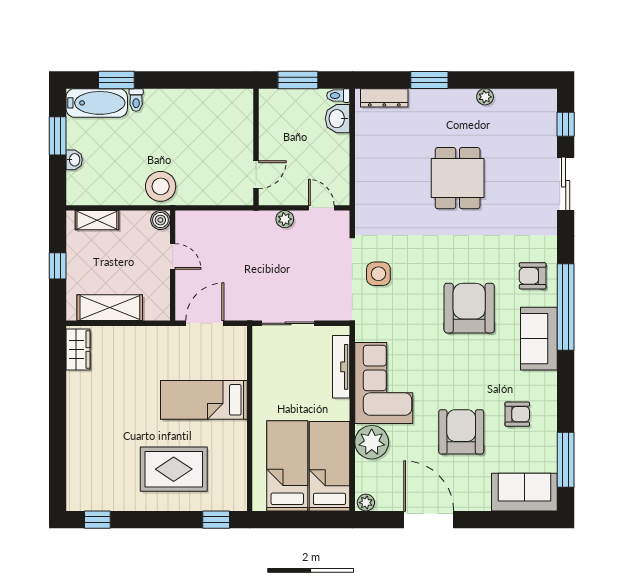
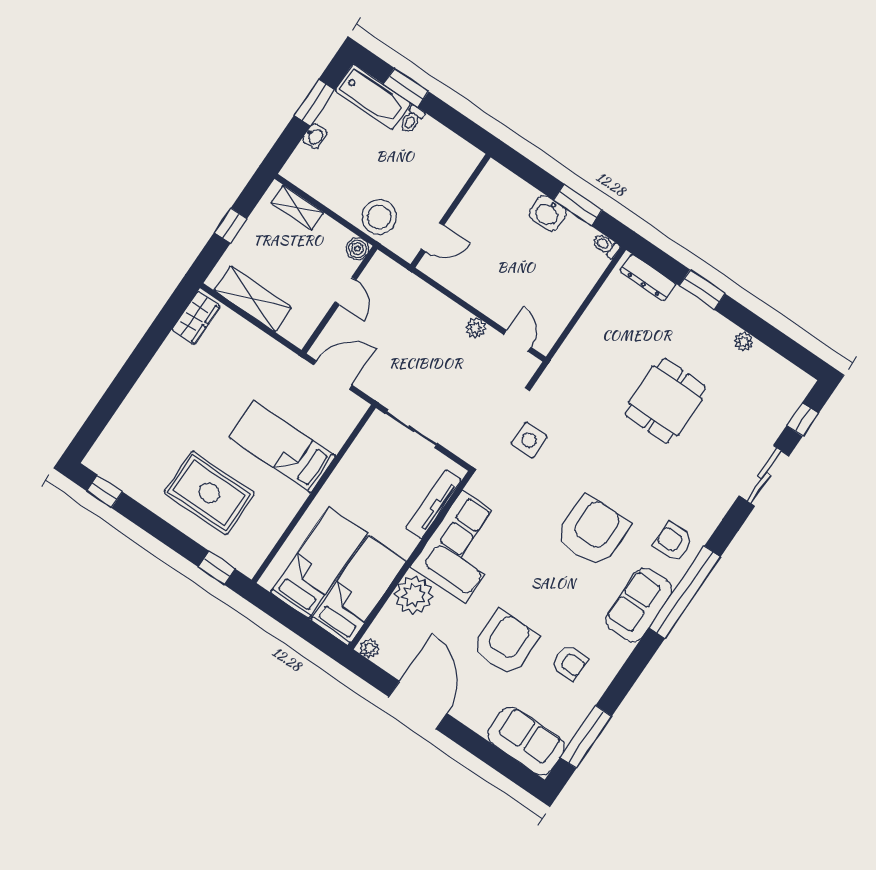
washbasin: (338, 119) -> (548, 213), moved, turned -90
wall: (256, 147) -> (450, 211), moved
door: (256, 175) -> (433, 237), moved

